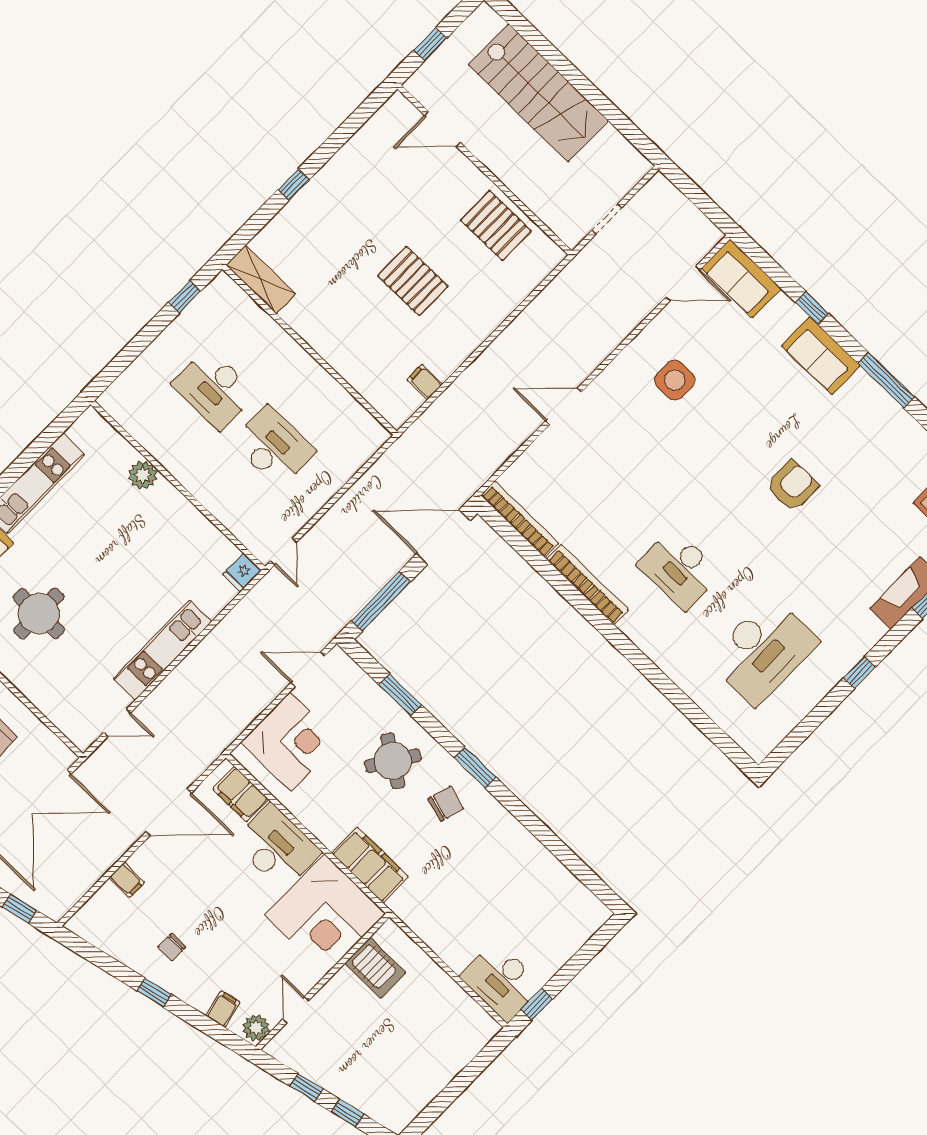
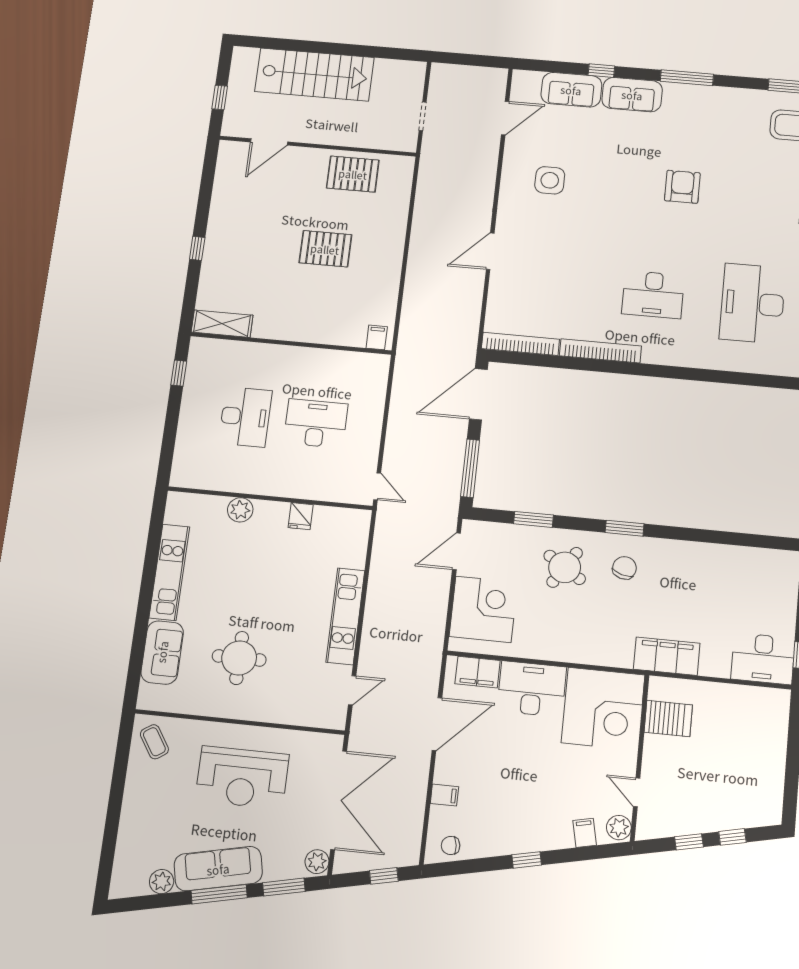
sofa: (741, 278) -> (571, 90), moved
filing cabinet: (425, 382) -> (377, 337), moved, turned 90
desk: (214, 389) -> (245, 417), turned -90
fridge: (242, 572) -> (301, 516), moved
desk: (763, 650) -> (752, 303), turned 180
filing cabinet: (370, 865) -> (667, 656), moved
chair: (172, 947) -> (451, 845), moved, turned 83

